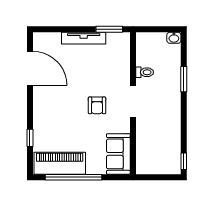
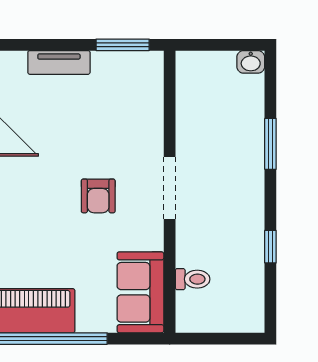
tv unit: (84, 38) -> (59, 62), width x0.71
toilet: (145, 72) -> (193, 279), moved
window: (184, 161) -> (270, 247), moved

